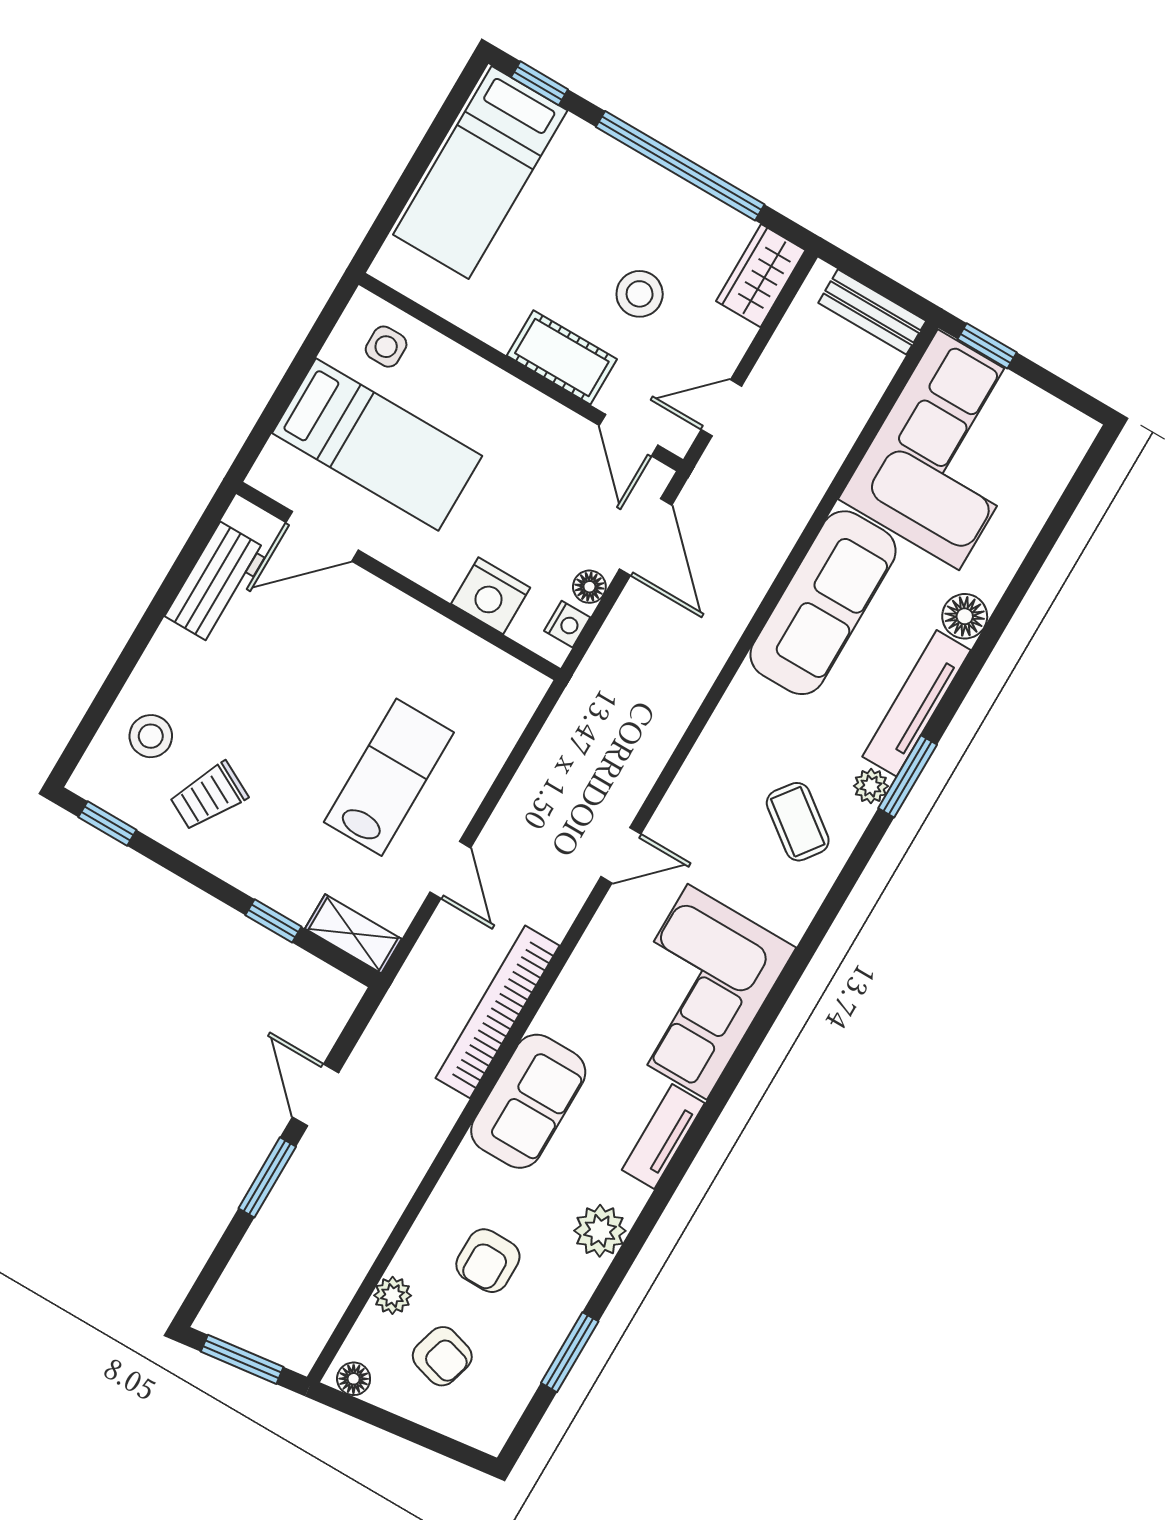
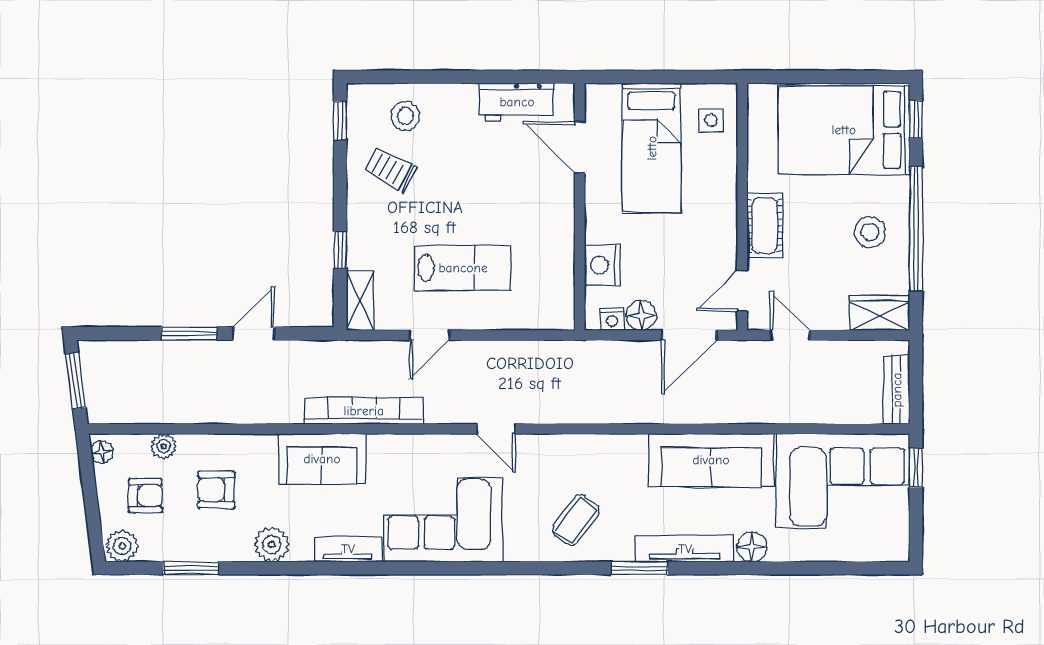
bed: (480, 173) -> (844, 130), width x1.50
stool: (640, 294) -> (870, 232), moved
floor lamp: (589, 587) -> (641, 315), width x1.37, depth x1.37
plant: (871, 786) -> (122, 546), moved, width x1.38, depth x1.38
armchair: (442, 1356) -> (145, 496), turned -106

